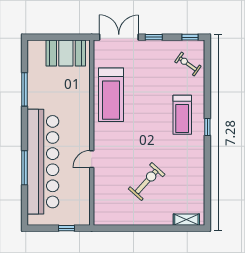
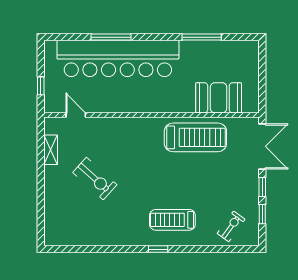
window: (190, 37) -> (262, 214), moved
booth: (66, 53) -> (219, 98), moved, turned 90
treadmill: (111, 95) -> (195, 137), turned 180
door: (92, 159) -> (76, 115), moved
shelving: (186, 220) -> (51, 150), moved

